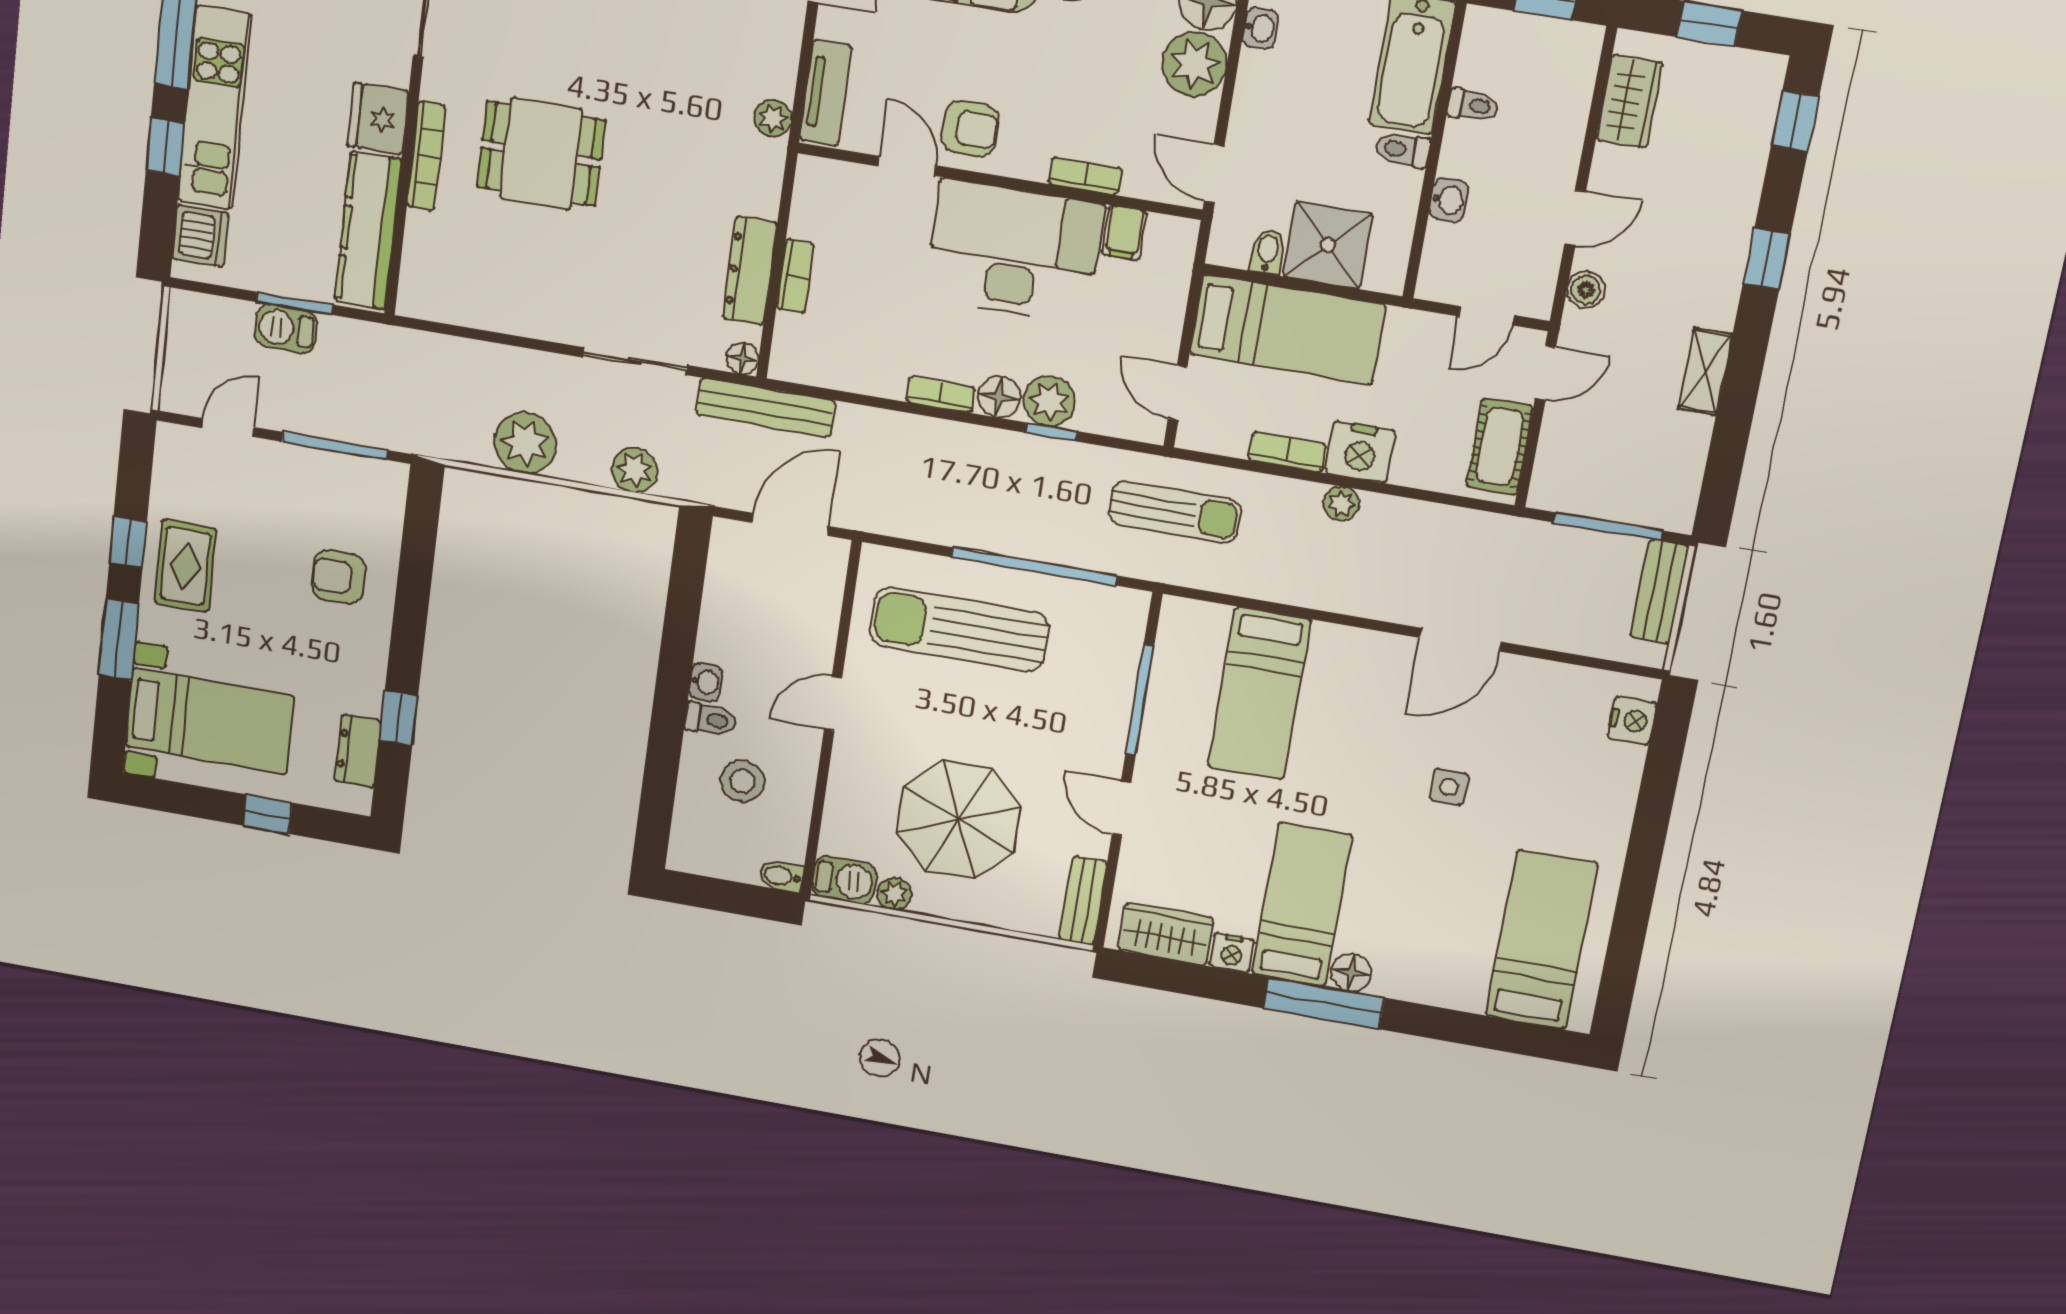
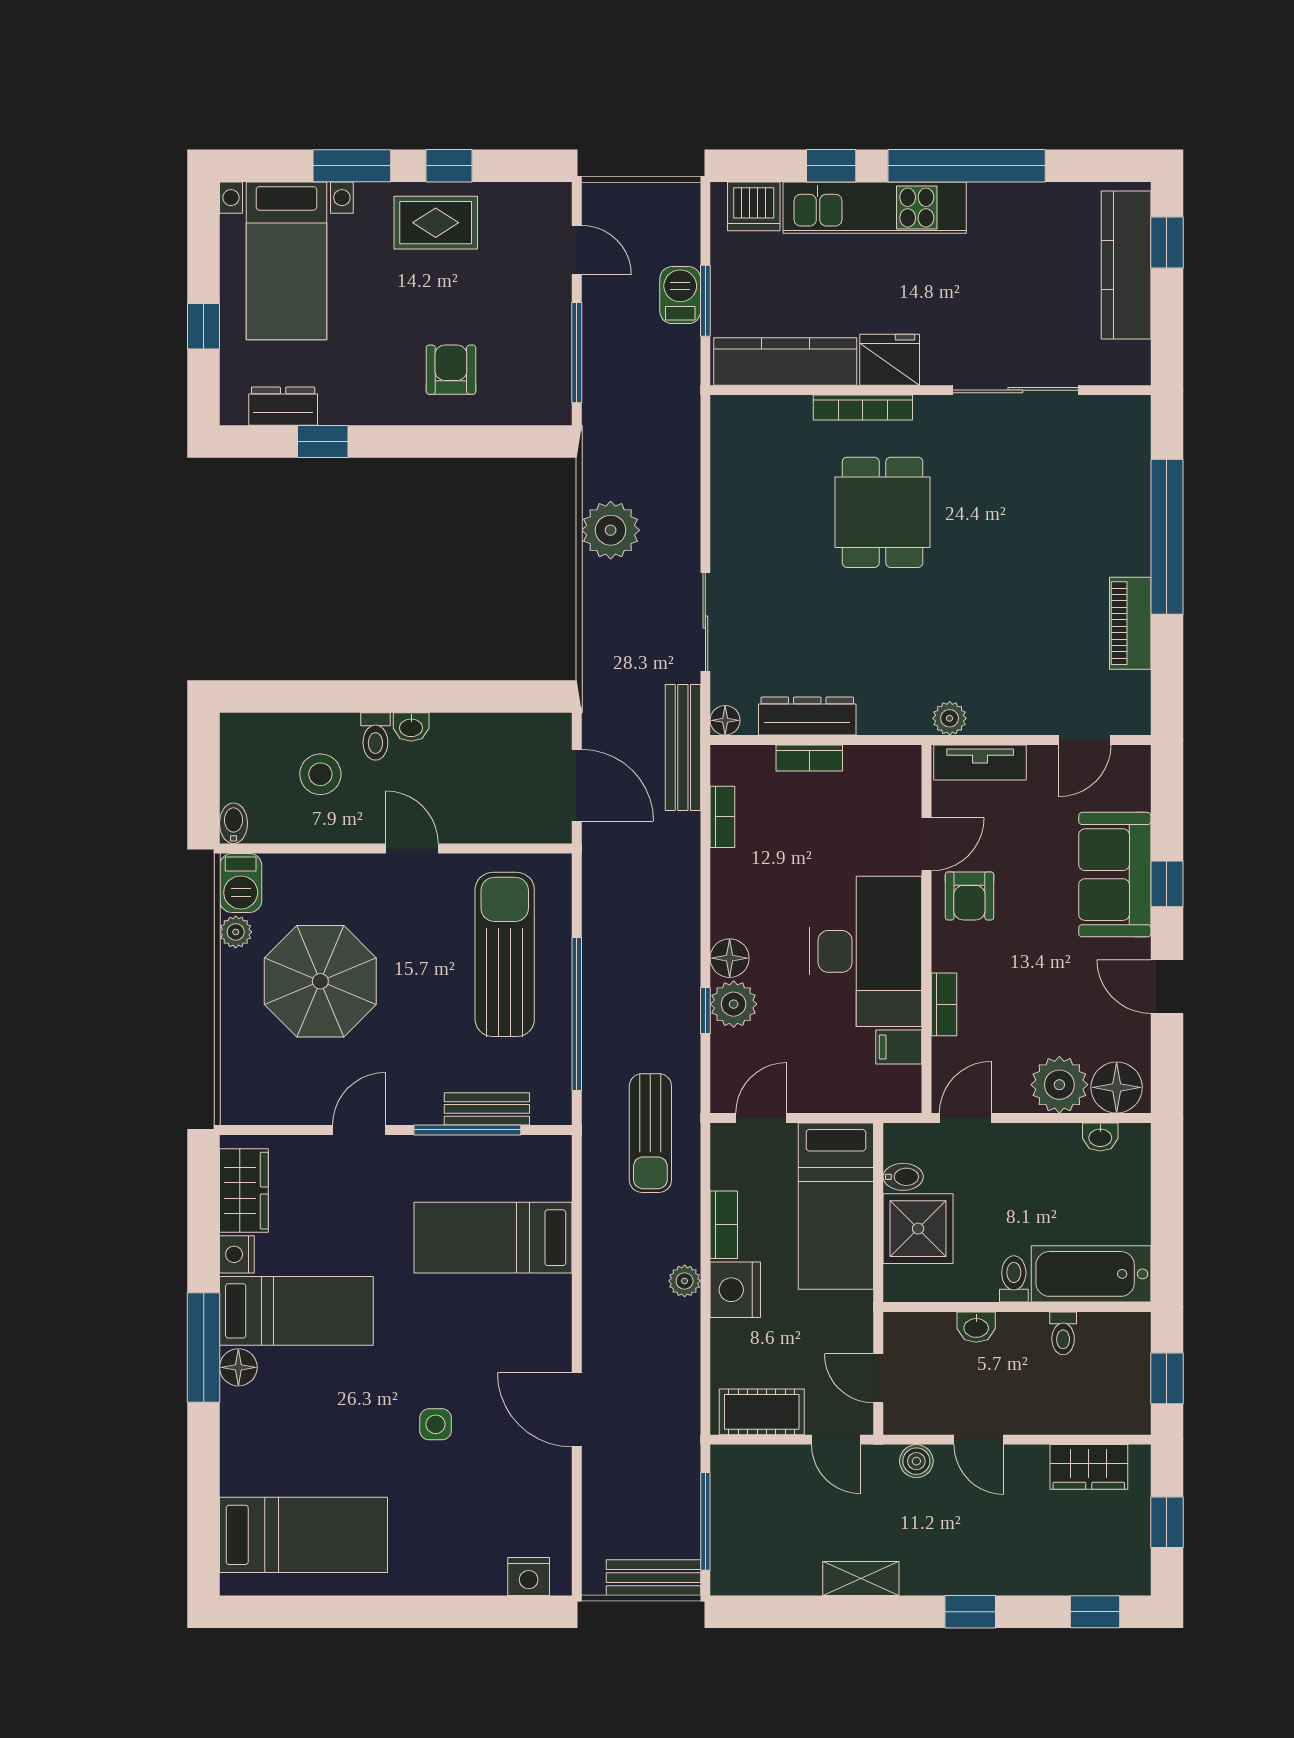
bookcase: (940, 395) -> (722, 817), moved
plant: (635, 470) -> (603, 635), removed
bench: (1083, 901) -> (487, 1109), moved

